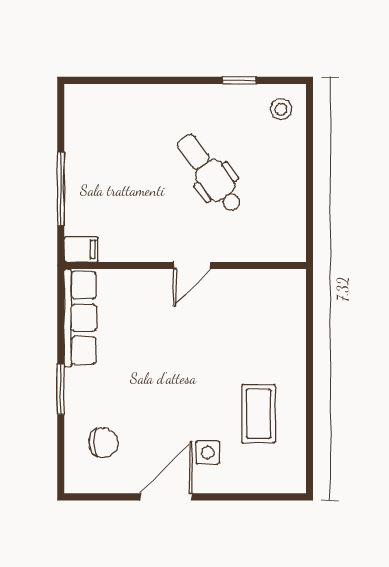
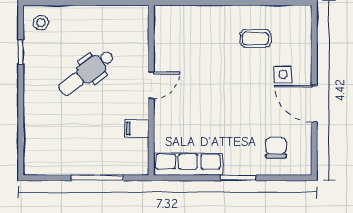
filing cabinet: (81, 249) -> (137, 129), moved, turned -90
door: (192, 265) -> (151, 85), hinge flipped
coffee table: (259, 414) -> (256, 38), width x0.73, depth x0.77

